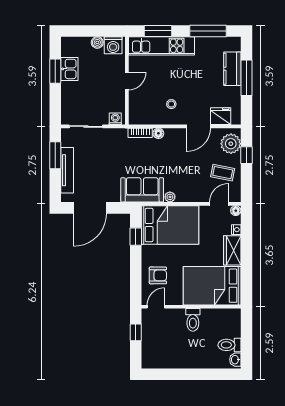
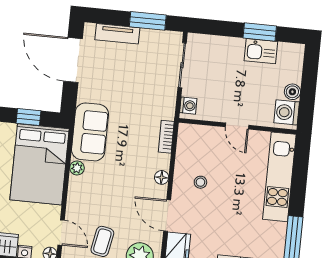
window: (158, 31) -> (300, 174), removed
floor lamp: (158, 133) -> (162, 177), moved
tv unit: (67, 170) -> (117, 34), width x0.71

